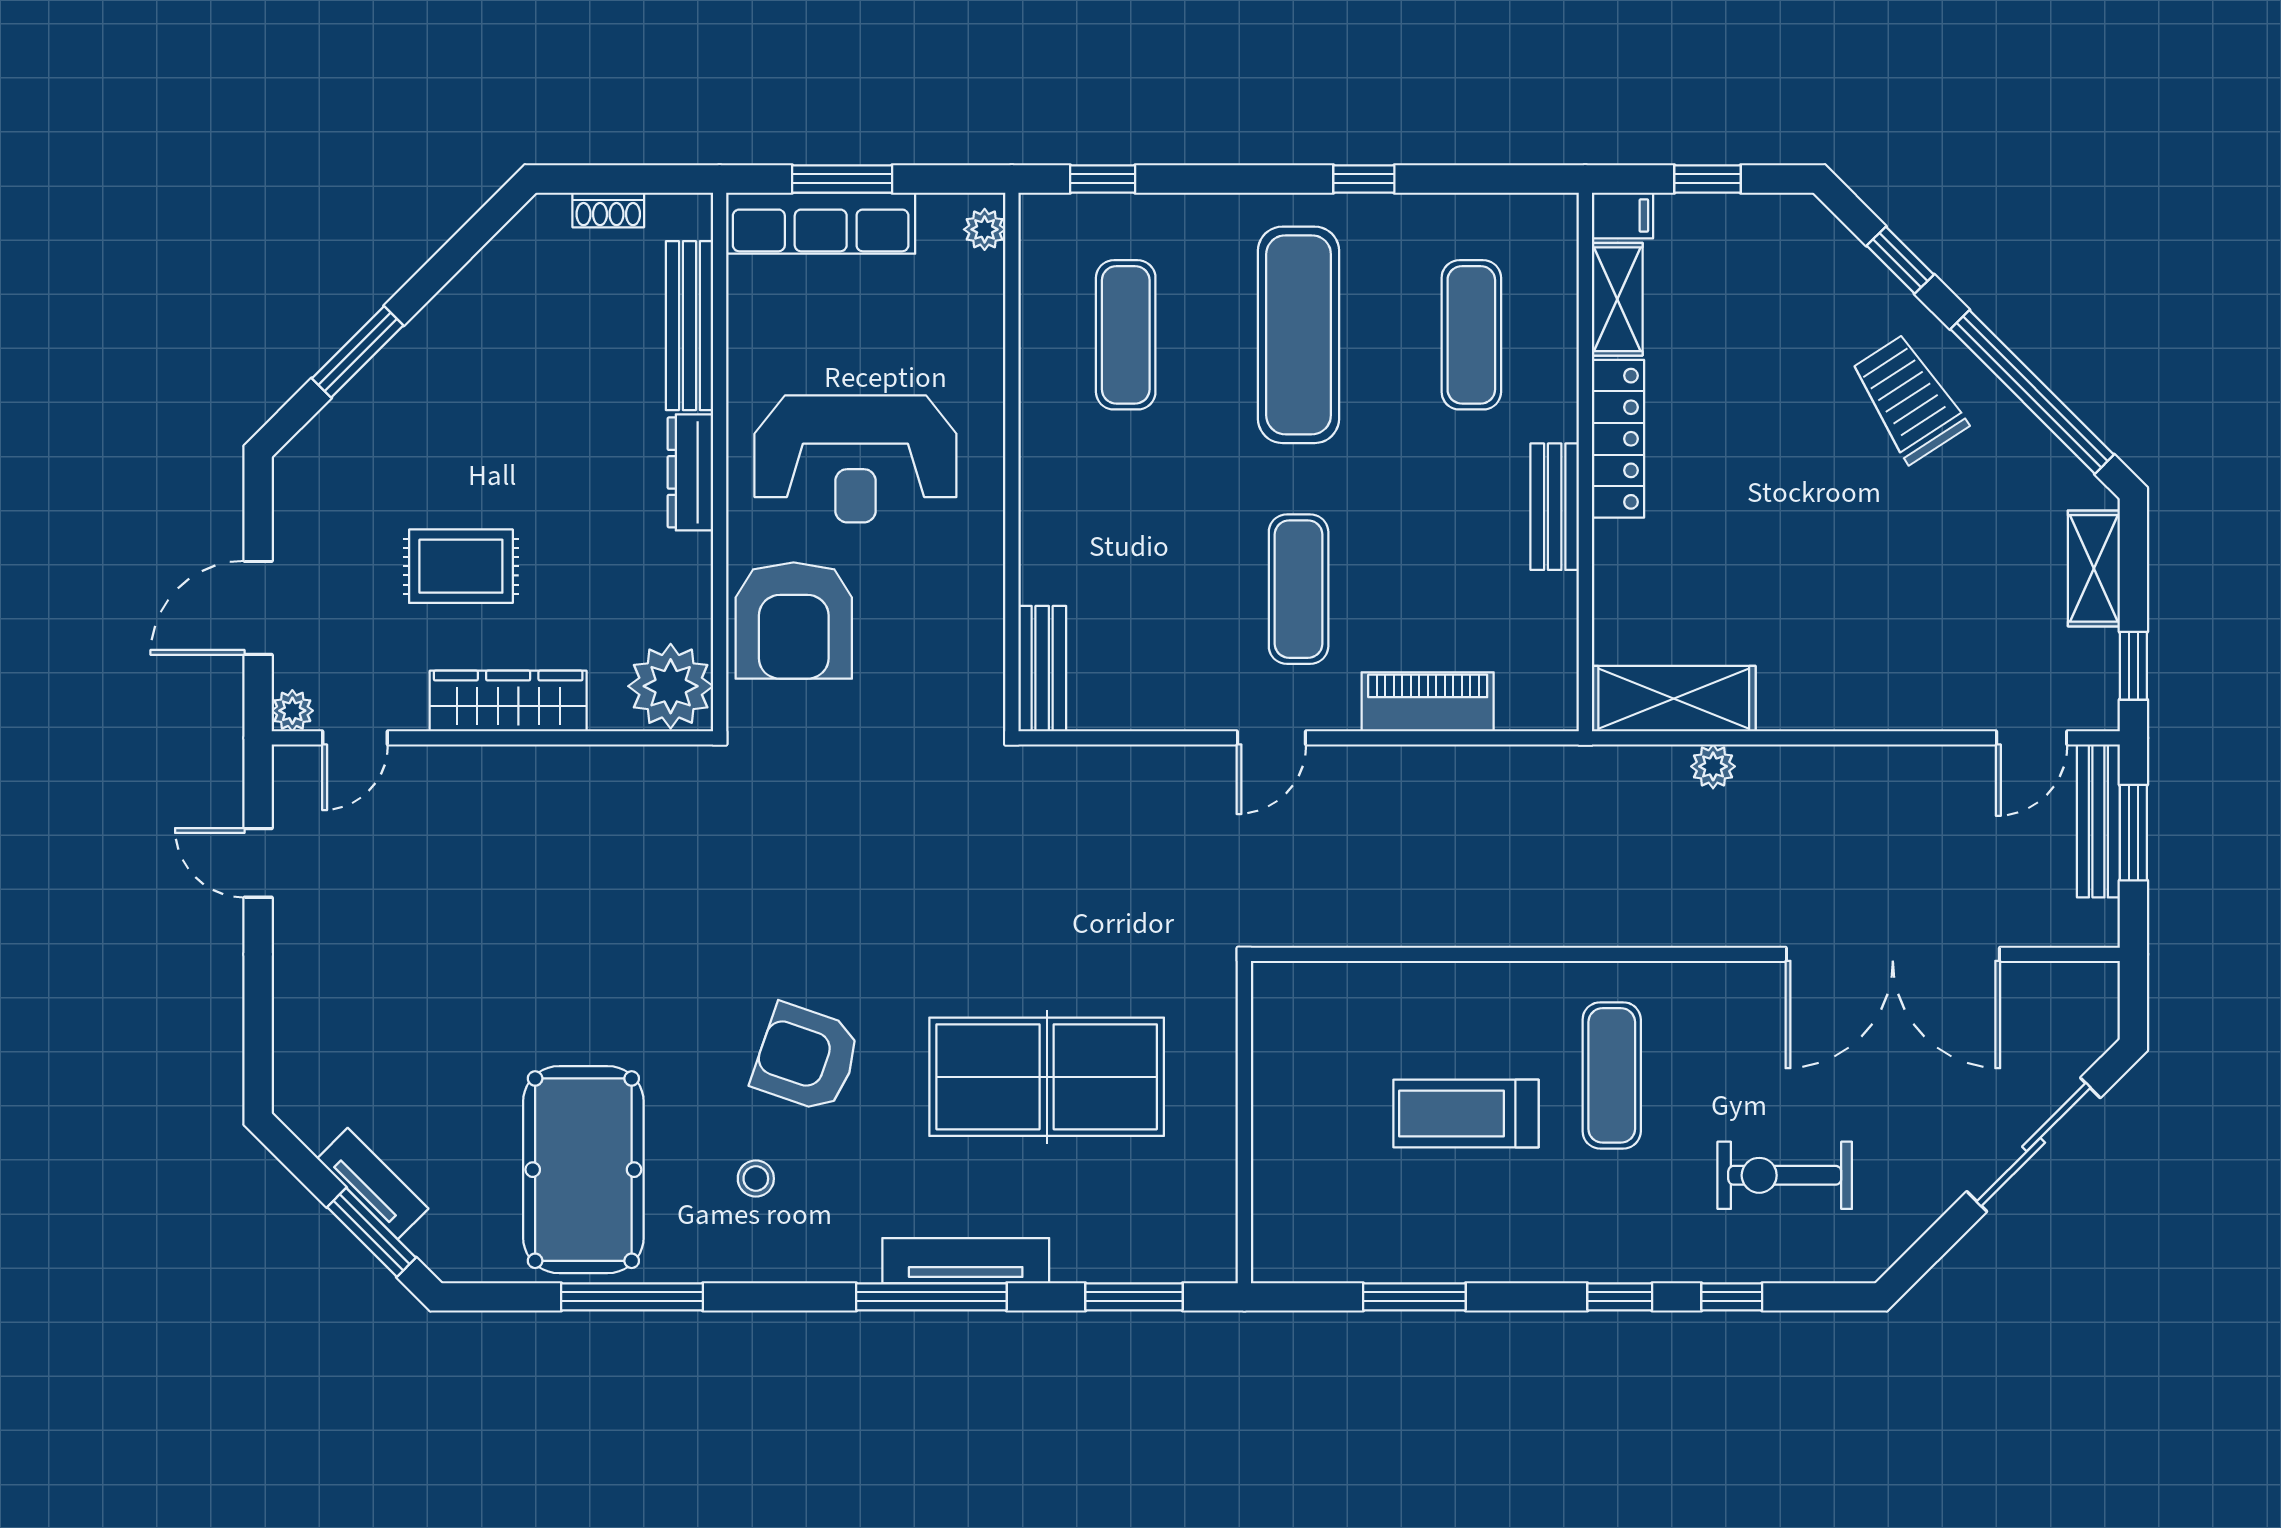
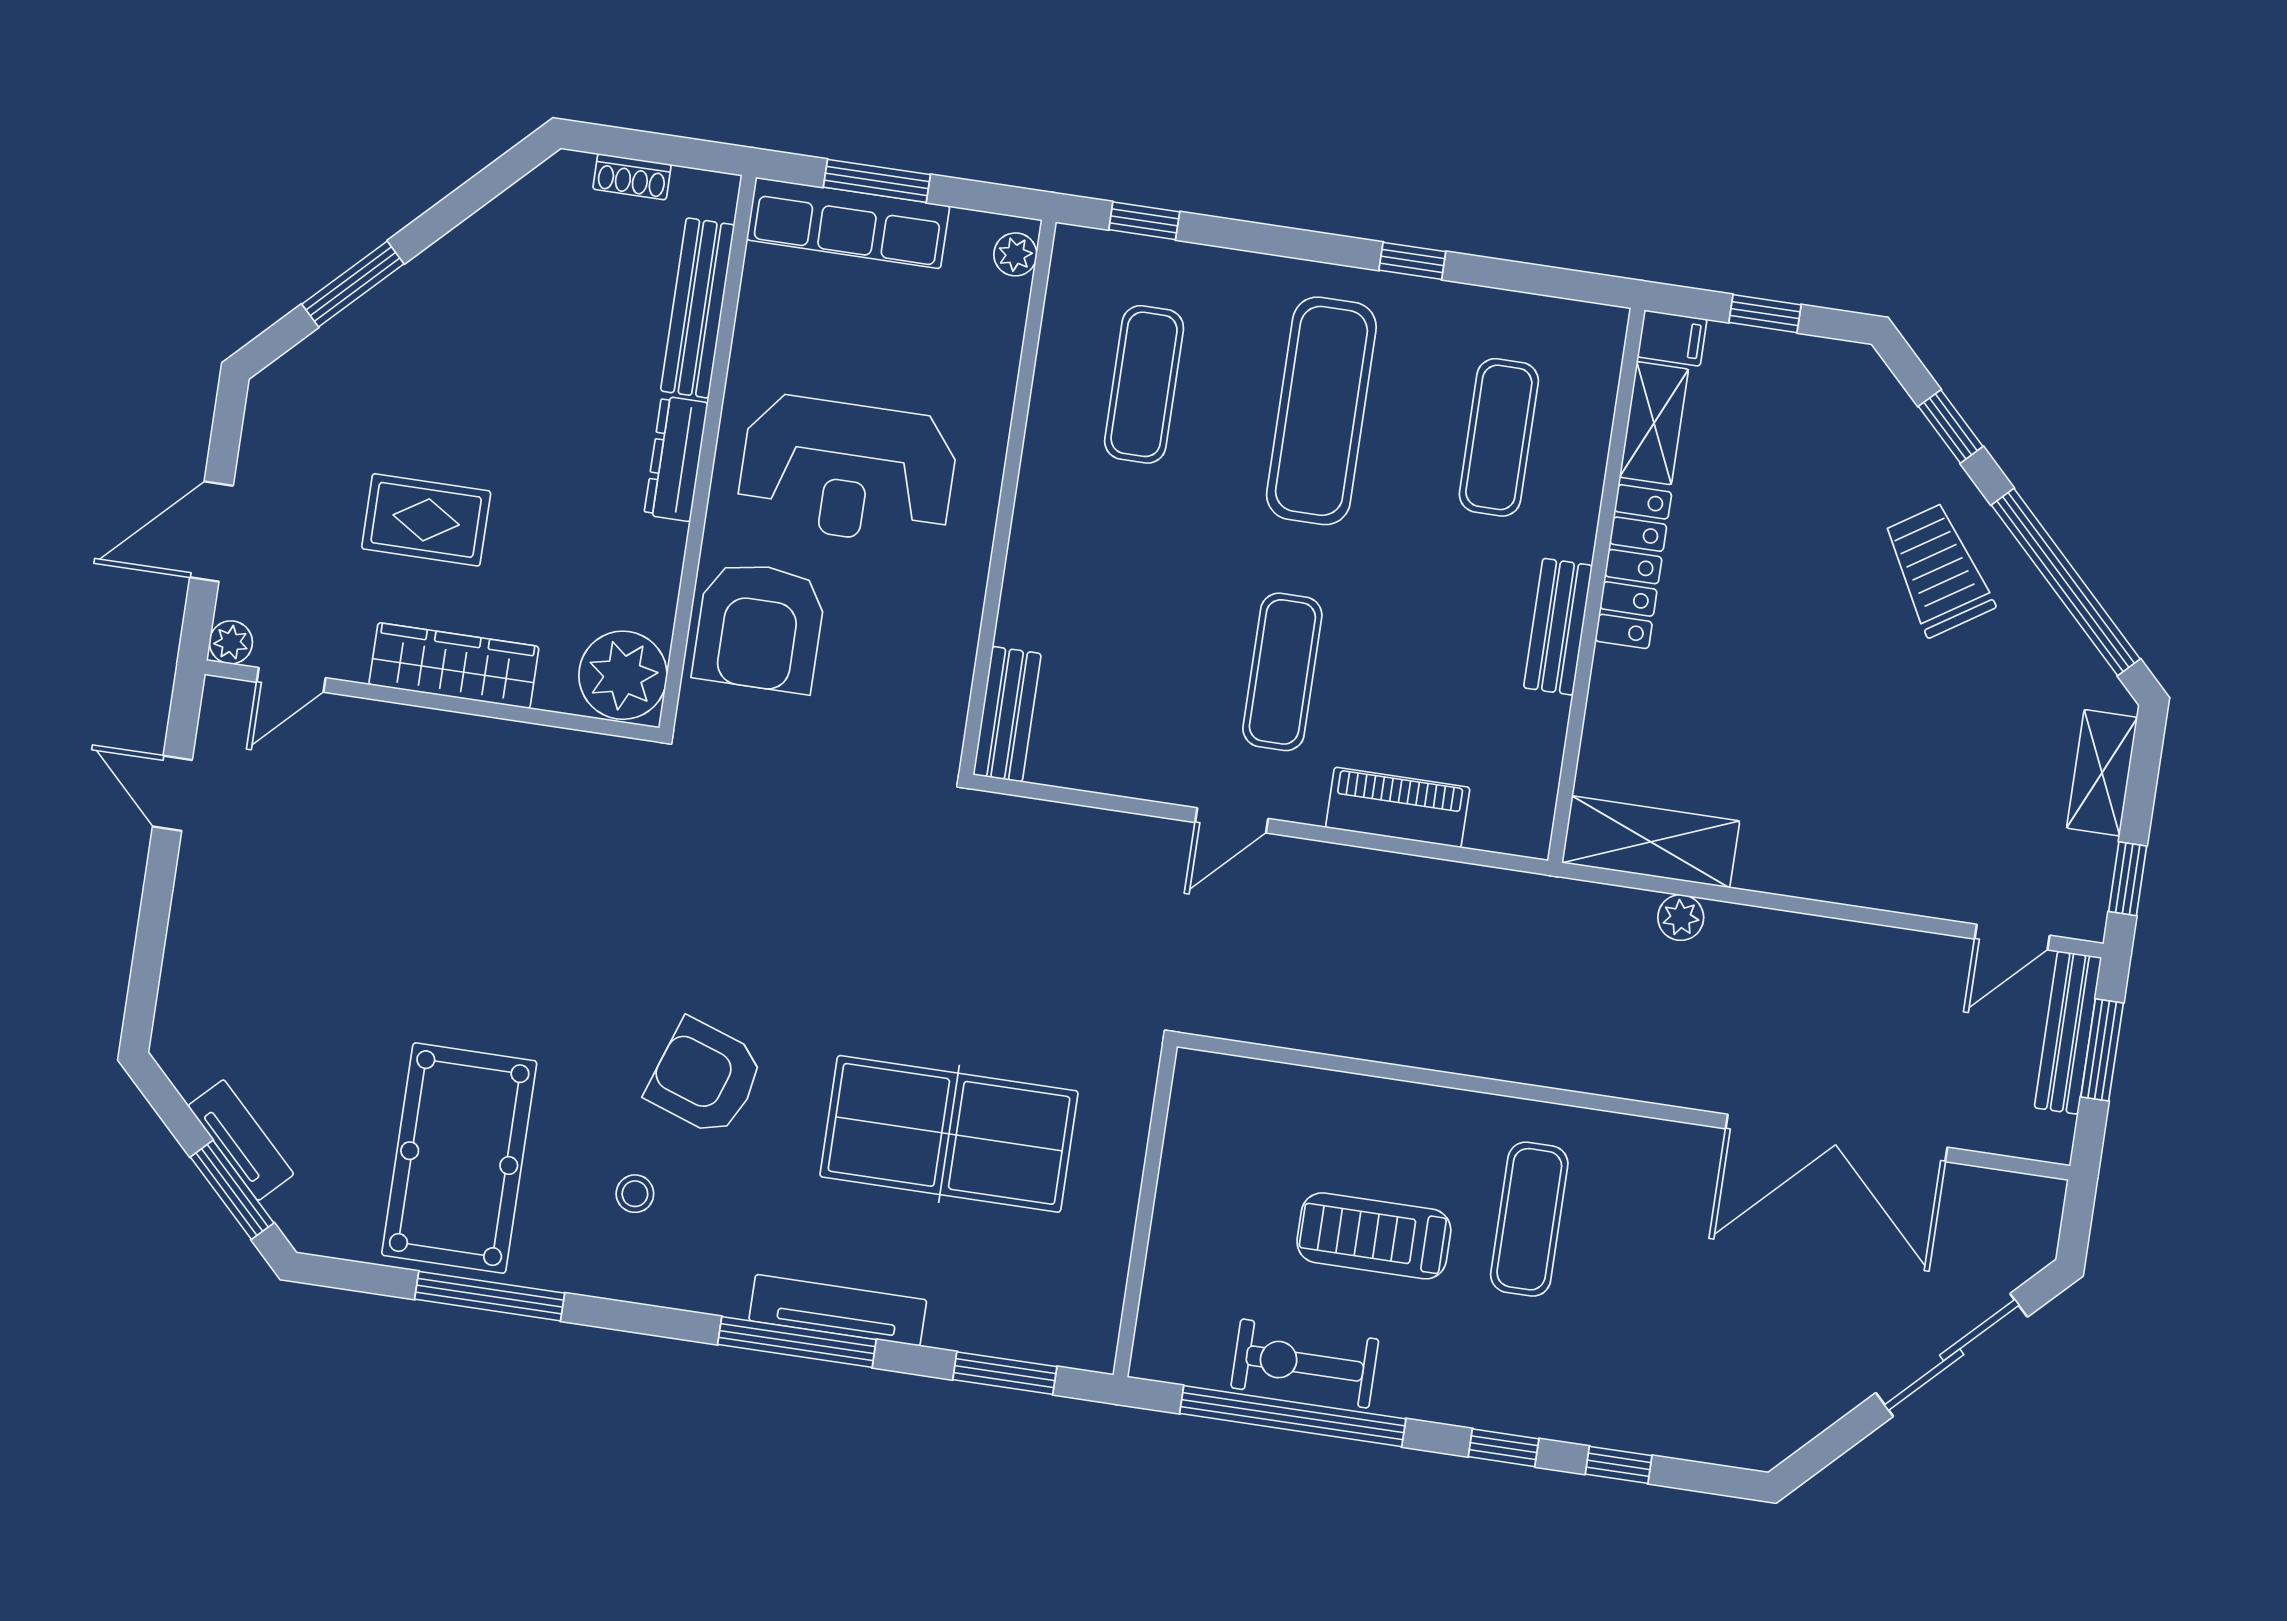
exercise bike: (1785, 1175) -> (1305, 1364), moved
window: (1414, 1297) -> (1293, 1416), width x2.11

